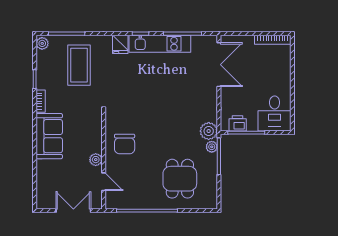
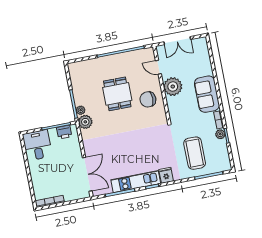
plant: (42, 43) -> (220, 134), moved
double door: (219, 65) -> (87, 174), swing flipped
chair: (125, 144) -> (148, 99), turned -90
plant: (96, 160) -> (173, 87), width x1.87, depth x1.87
dining table: (180, 179) -> (117, 94), moved

